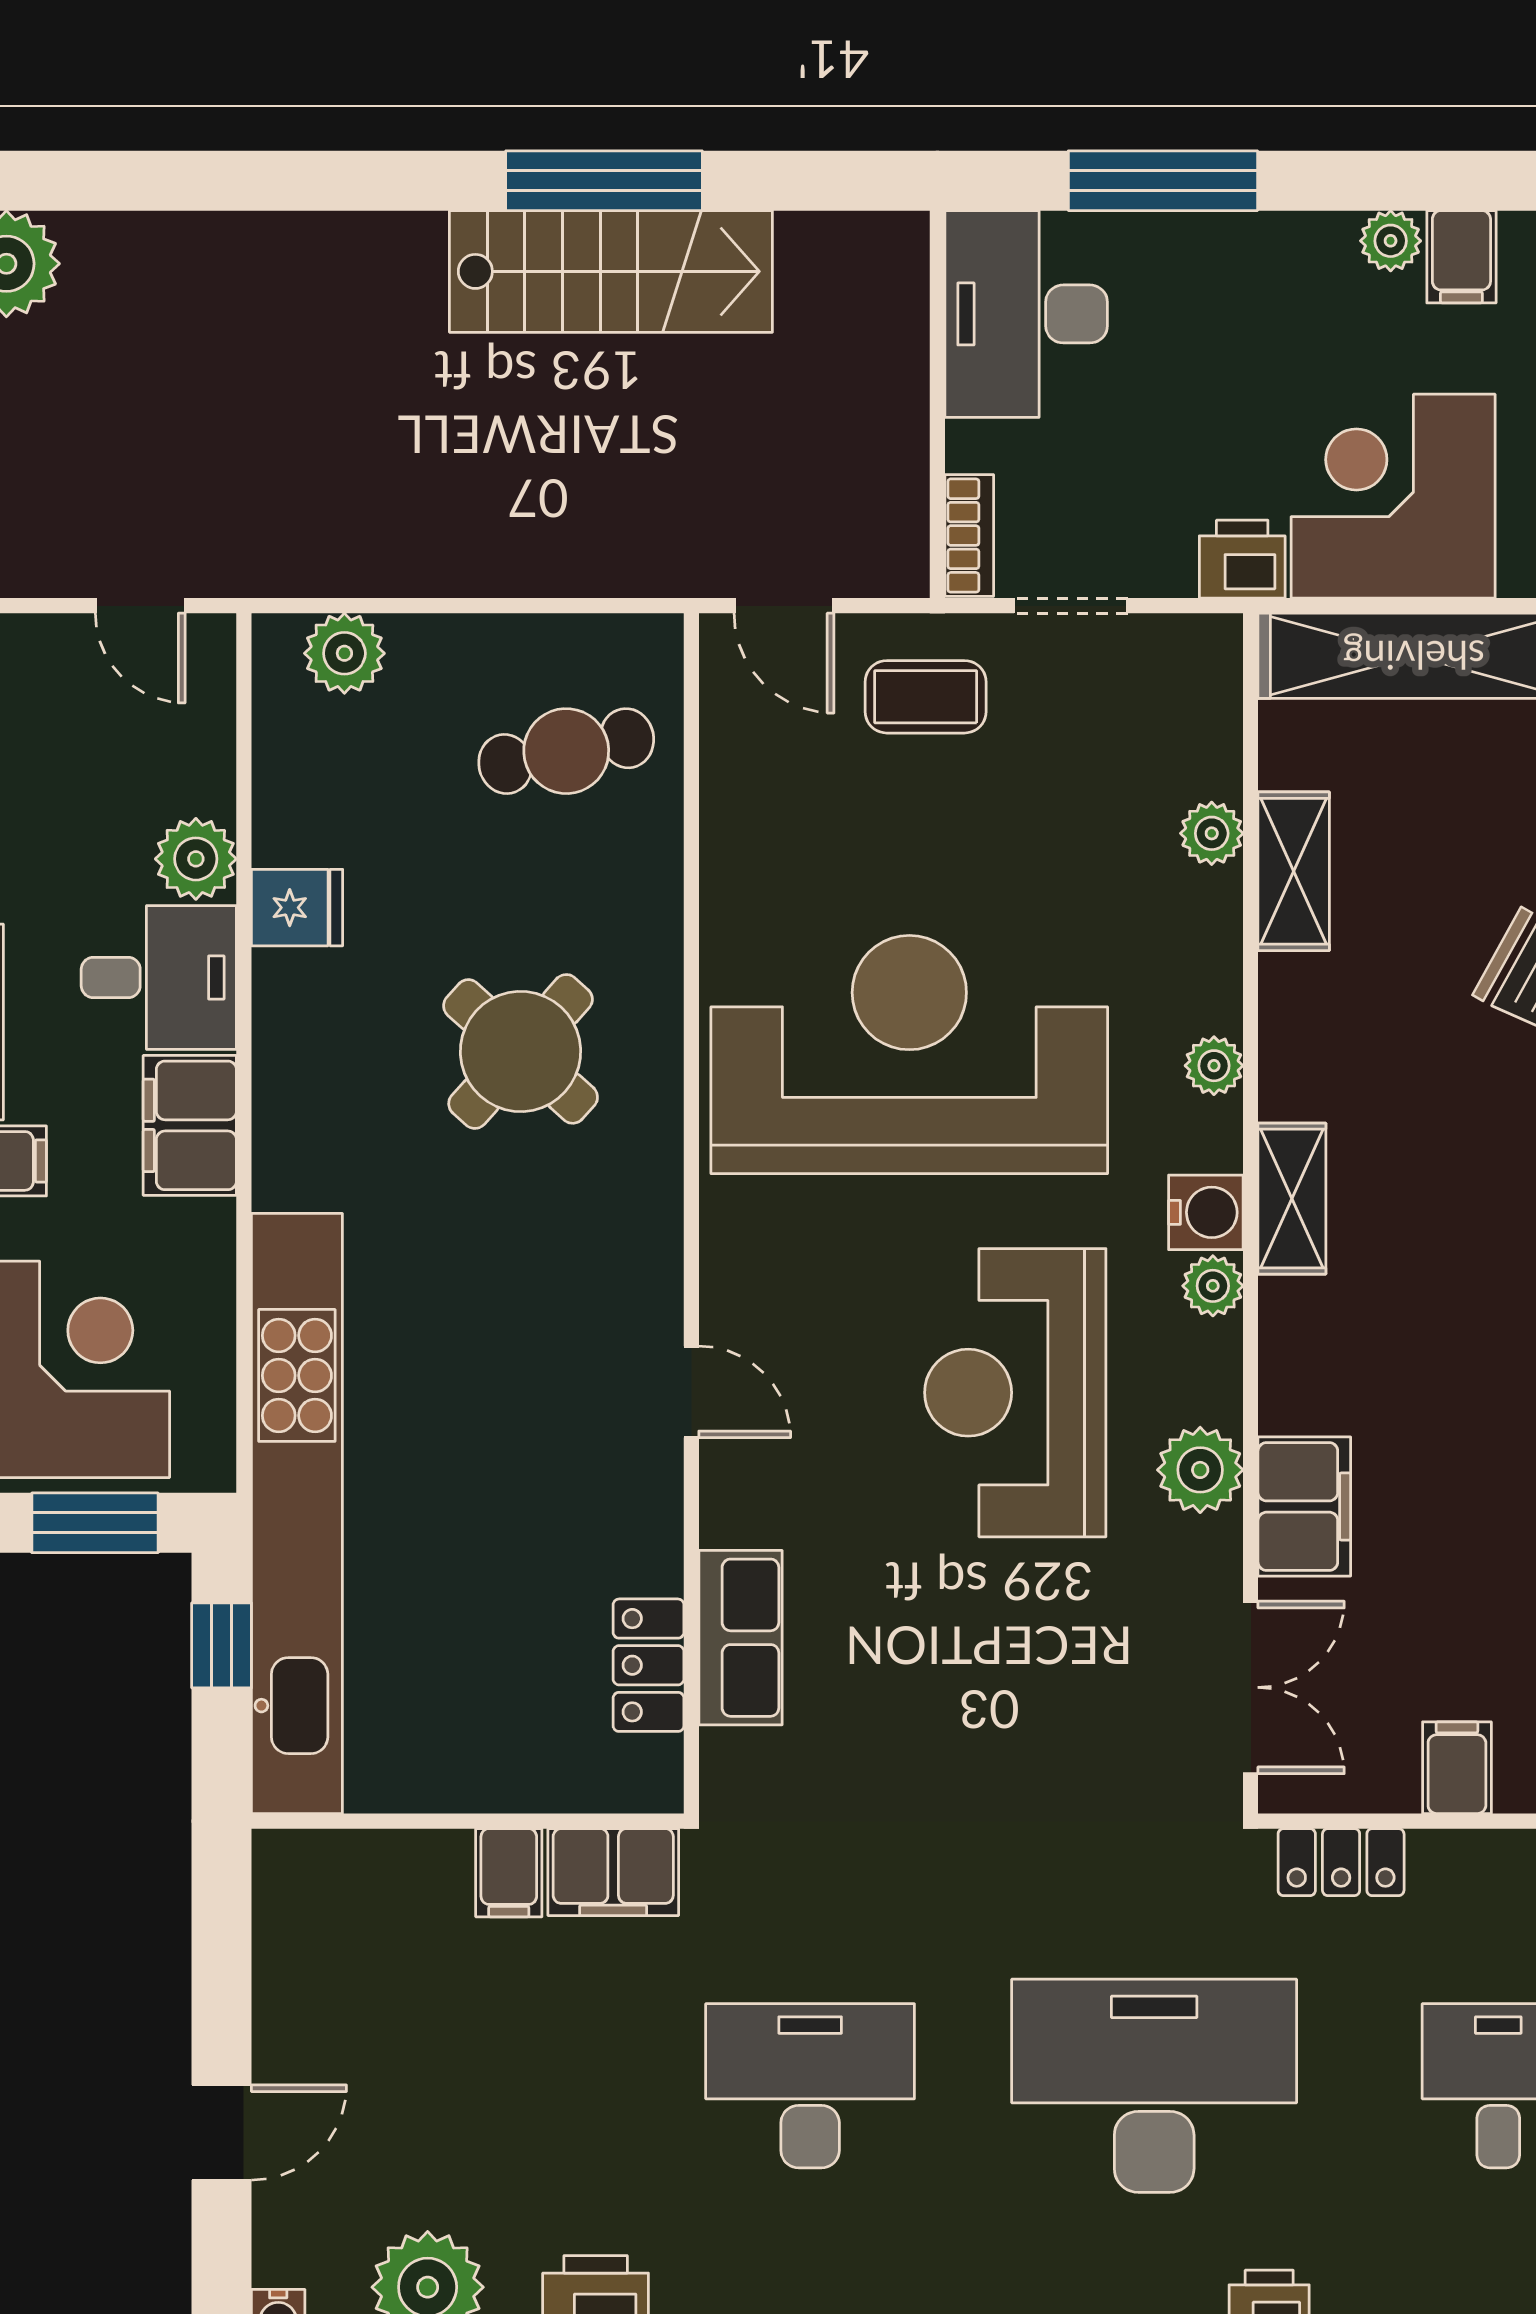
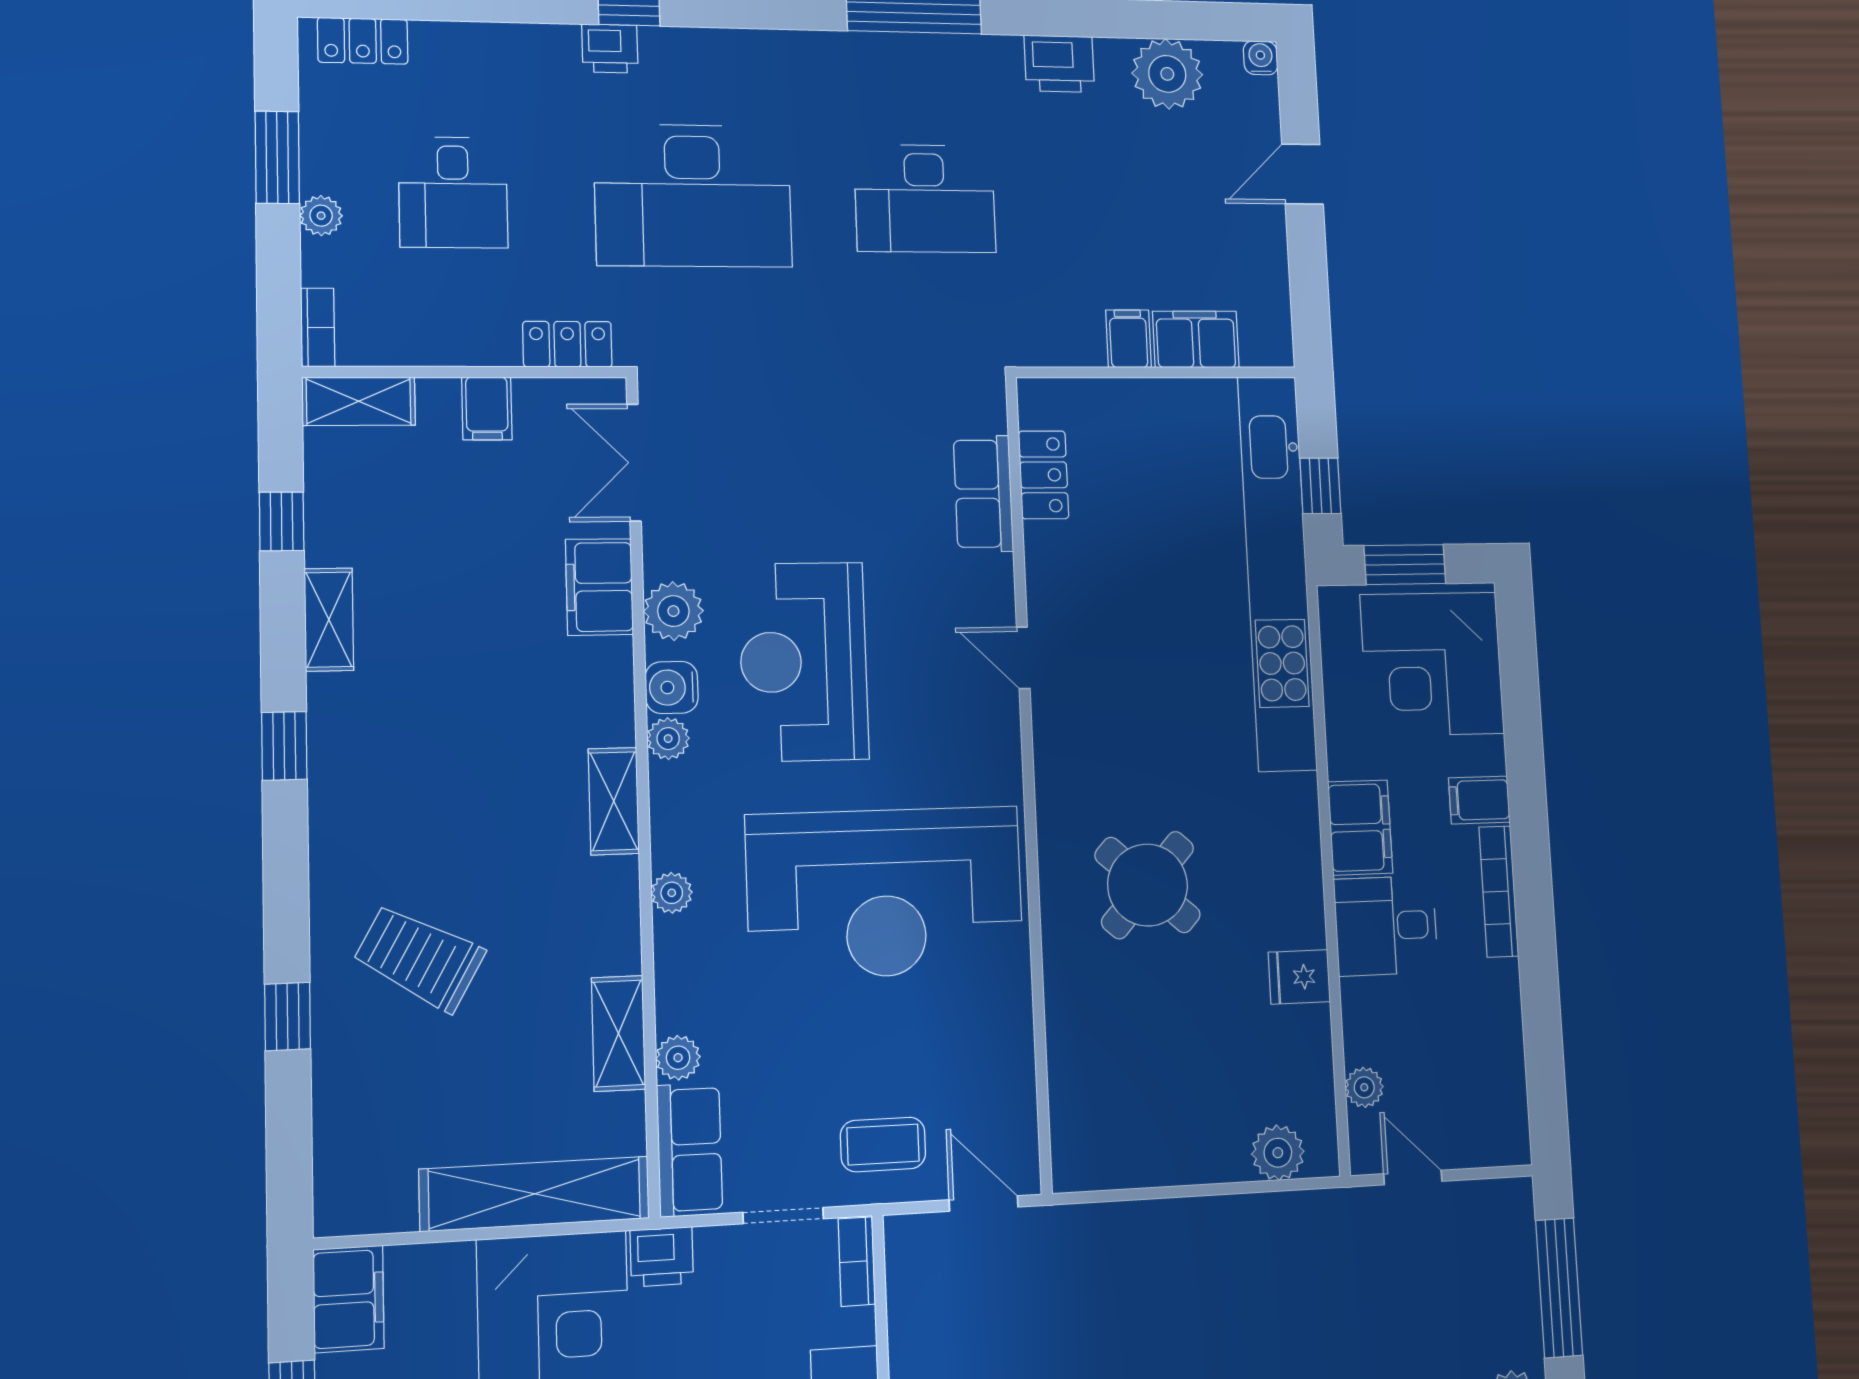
row of seats: (1199, 705) -> (690, 1150), added
cafe table: (566, 751) -> (1127, 1093), removed
plant: (196, 859) -> (1364, 1087), moved, width x0.73, depth x0.73
water cooler: (1206, 1212) -> (672, 687), moved
reception desk: (1015, 1393) -> (804, 662), turned 180
filing cabinet: (613, 1872) -> (1196, 339), moved

